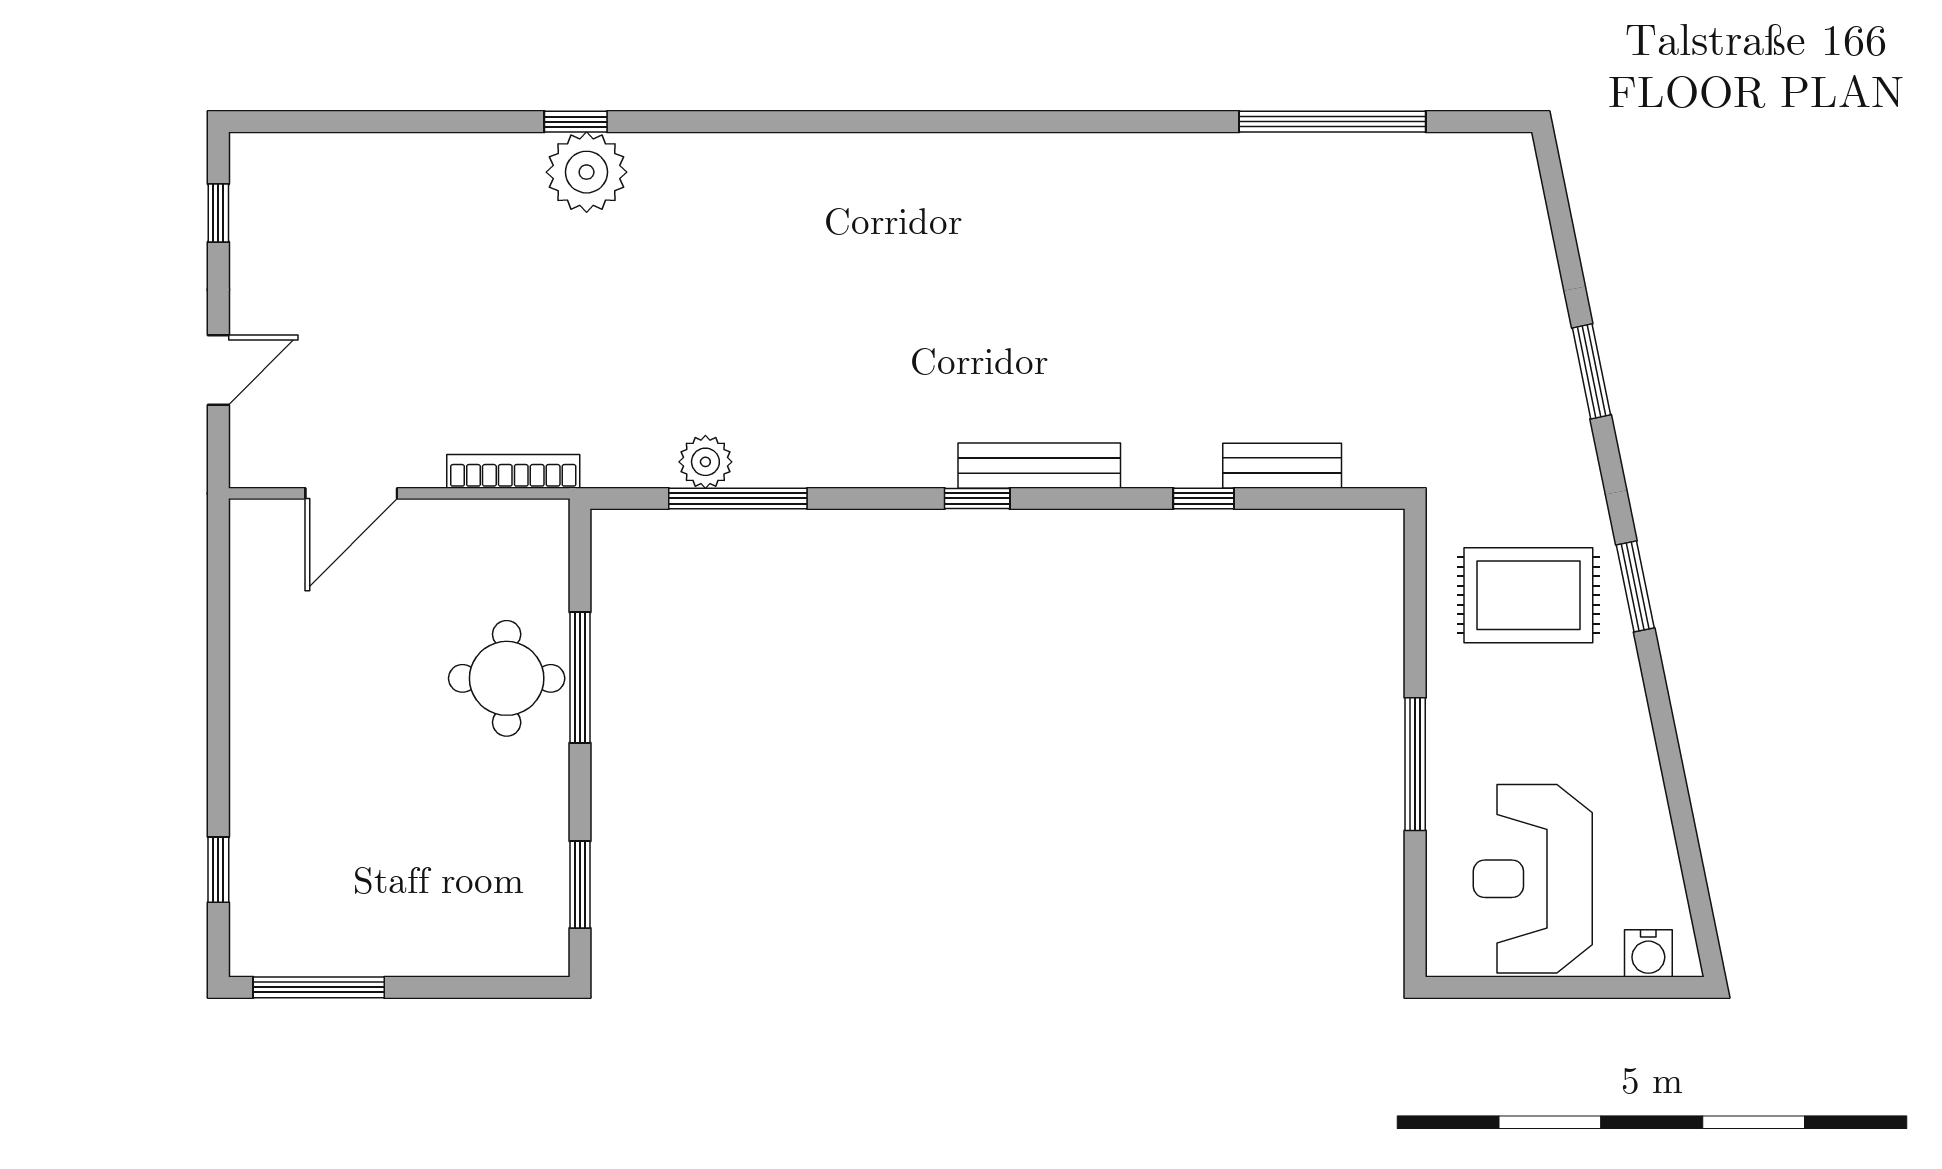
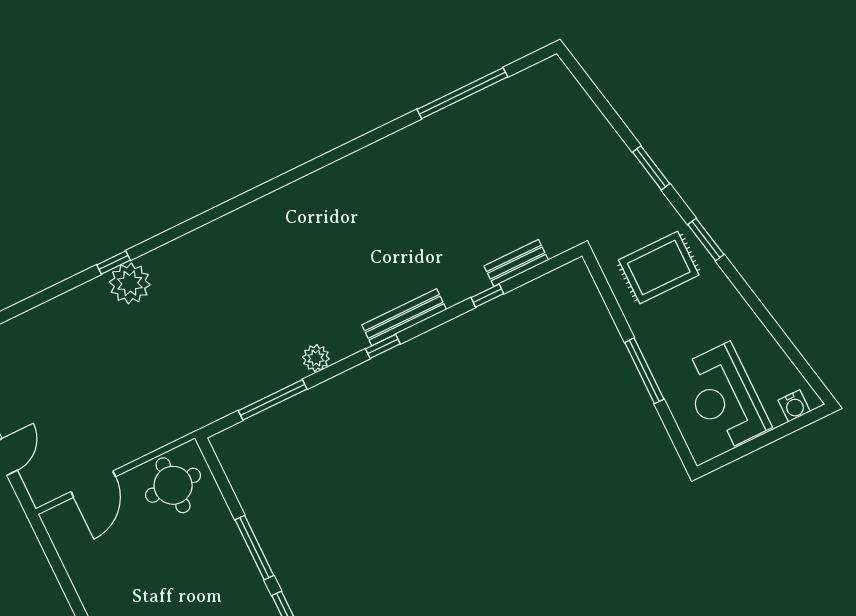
window: (1591, 371) -> (651, 168), moved
plant: (705, 462) -> (316, 358), moved
bookcase: (513, 471) -> (163, 438), removed
round table: (507, 678) -> (173, 485), moved
window: (580, 678) -> (254, 548), moved

